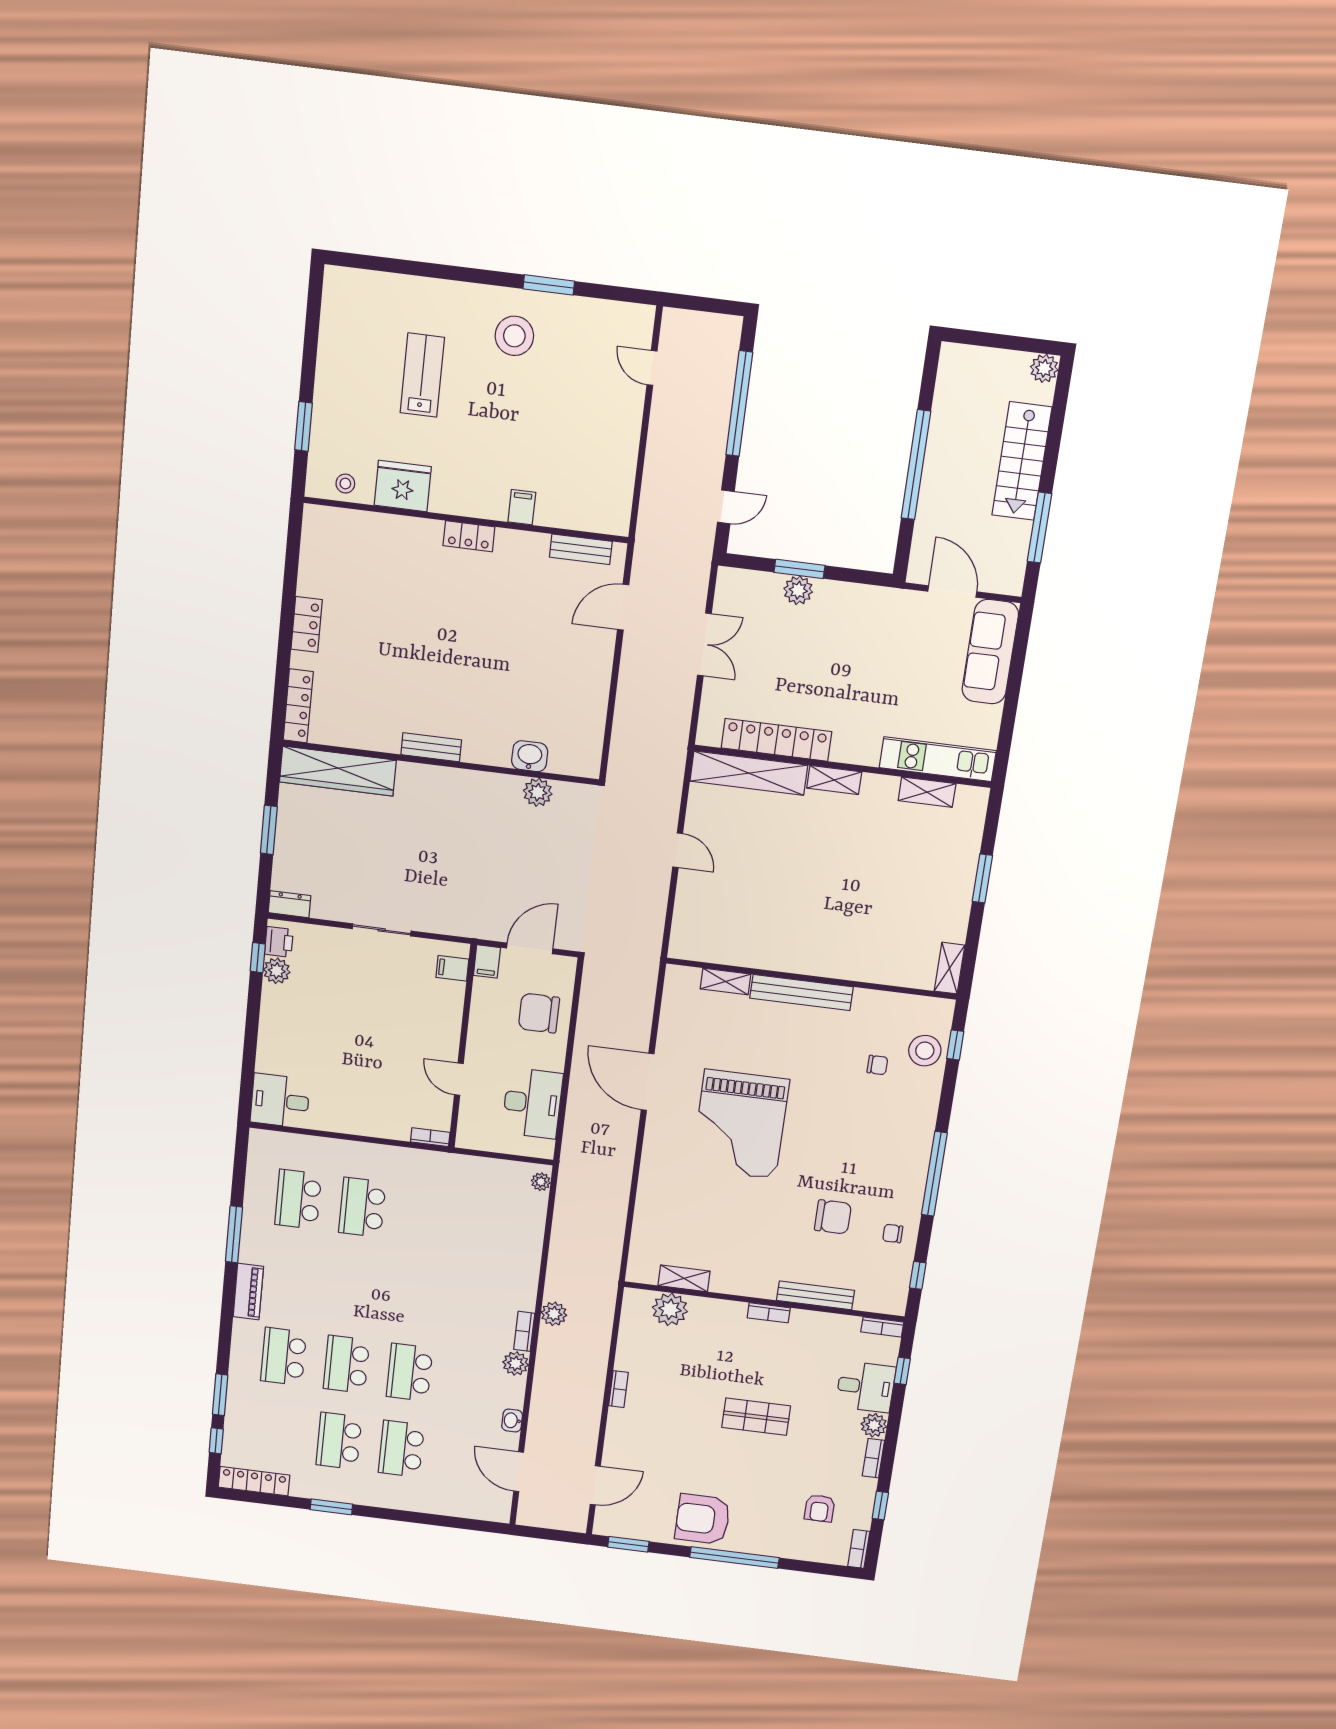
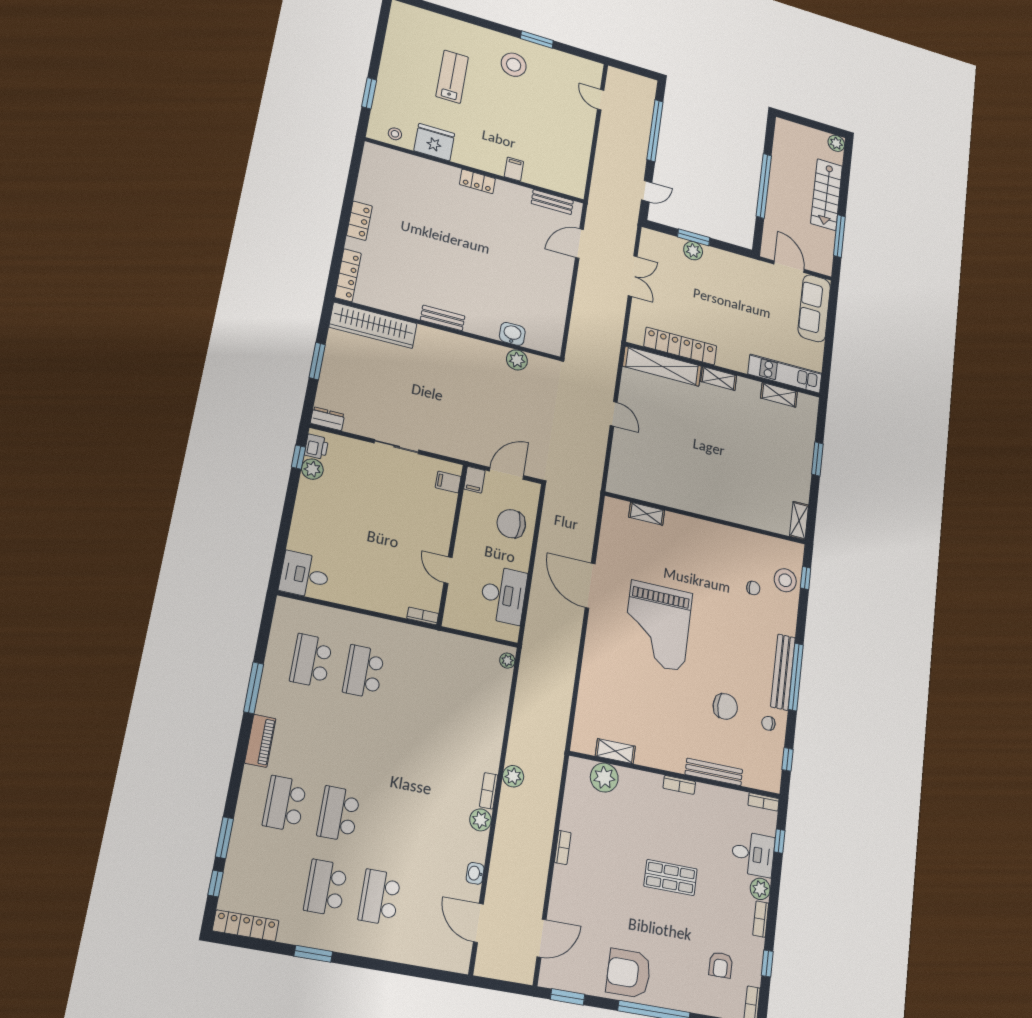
bench: (801, 993) -> (783, 672), moved, turned 90
school desk: (410, 1372) -> (392, 824), removed

